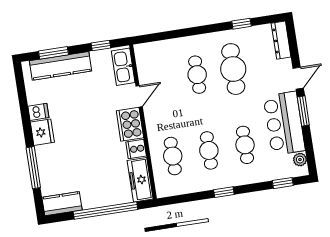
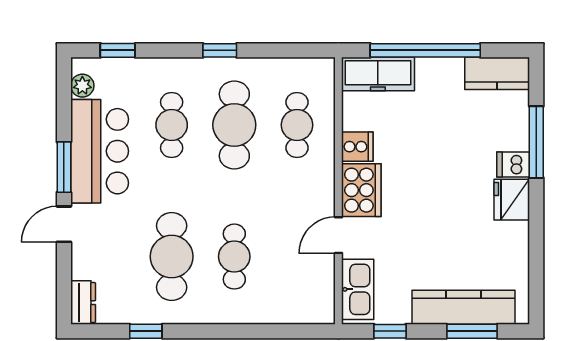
dresser: (281, 40) -> (83, 303), width x0.70
dishwasher: (38, 112) -> (513, 164), moved
cafe table: (209, 150) -> (234, 125), width x1.37, depth x1.35
freezer: (140, 180) -> (378, 74), moved, turned 90

